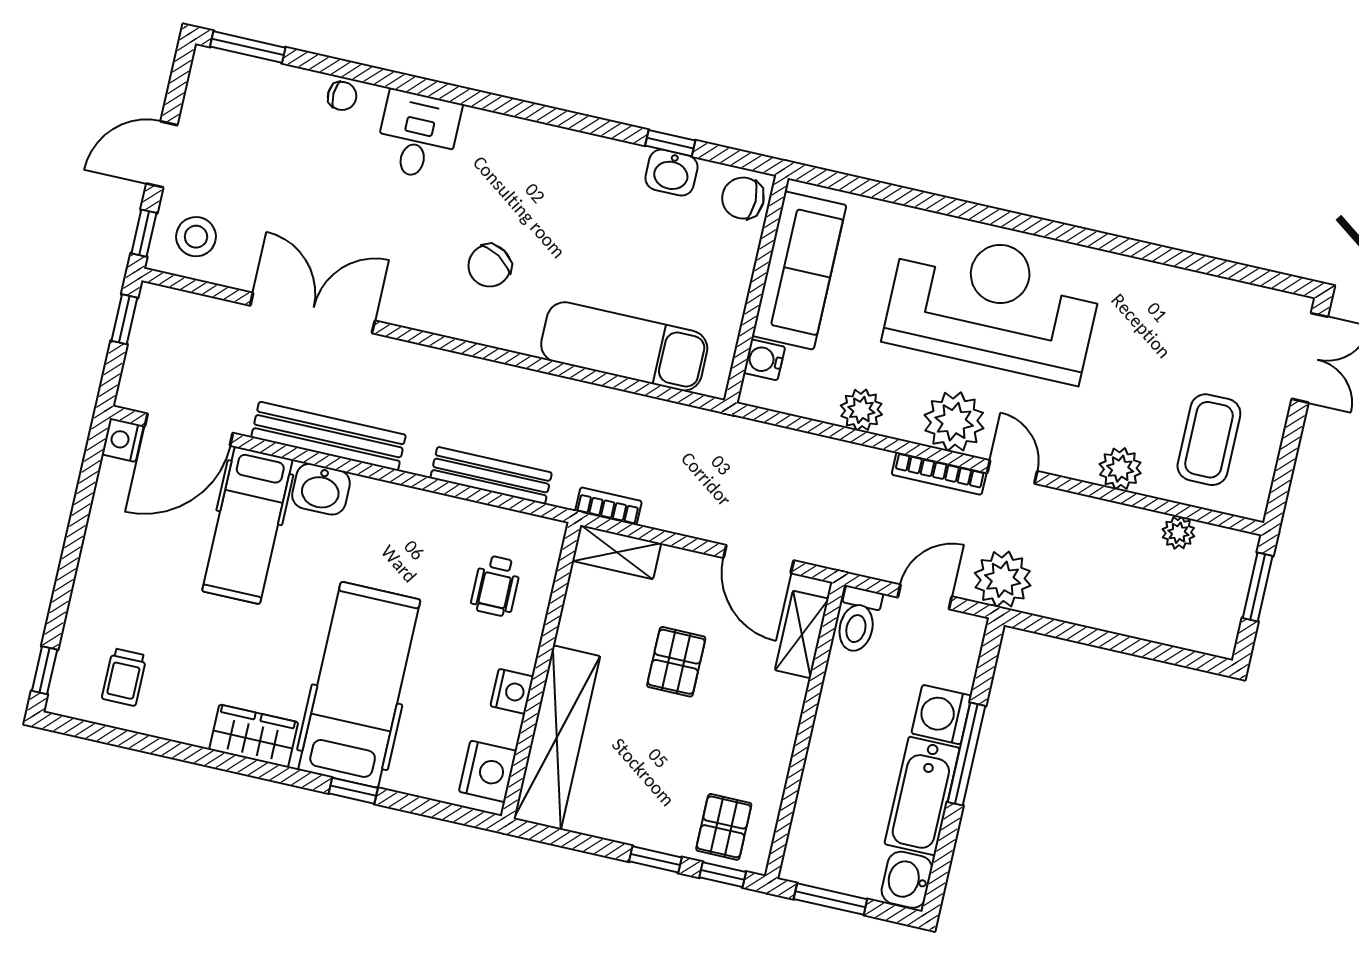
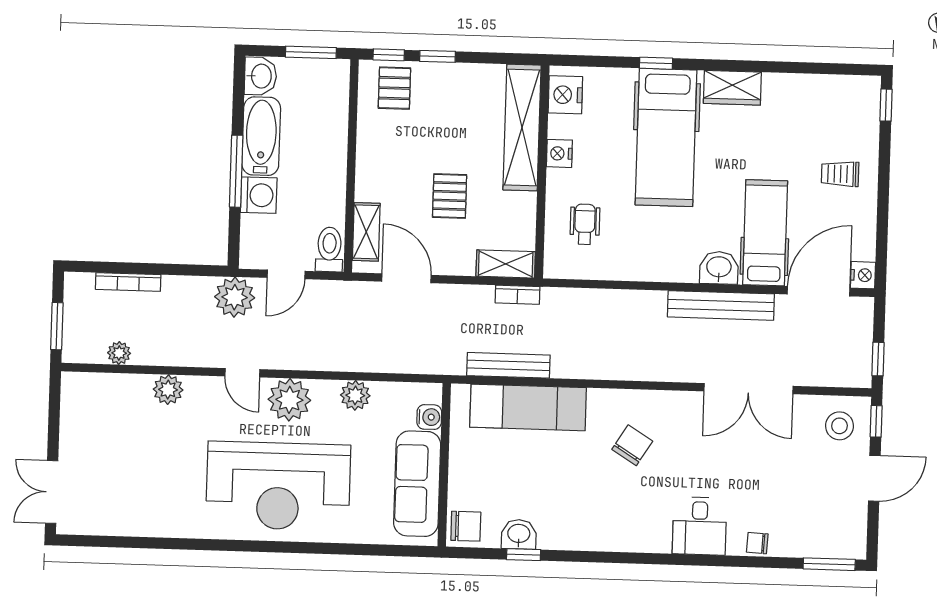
coffee table: (1209, 440) -> (110, 422), removed
bookcase: (939, 474) -> (128, 282), moved, turned 180
bench: (491, 475) -> (508, 365), moved
trolley: (124, 677) -> (840, 174), moved, turned -90

